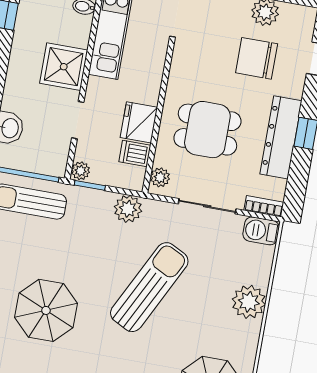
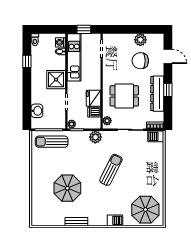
sun lounger: (149, 287) -> (111, 170), width x0.73, depth x0.75
plant: (249, 302) -> (156, 169), removed

